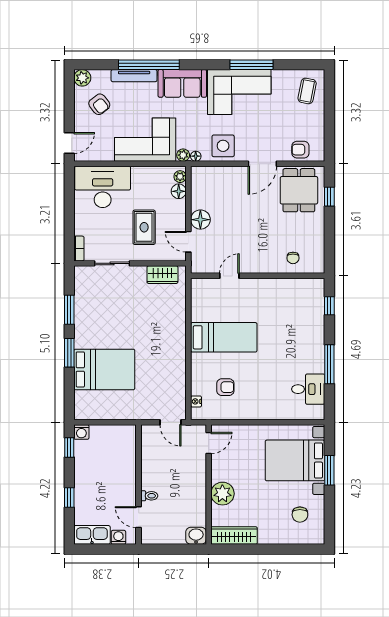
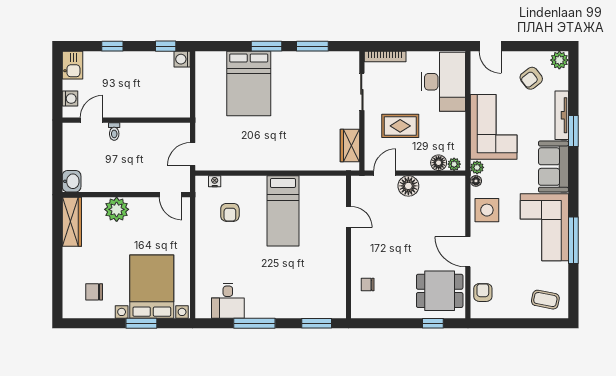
window: (149, 65) -> (573, 131), width x0.47
bookcase: (79, 248) -> (385, 57), width x1.56
window: (329, 306) -> (317, 323), width x1.50
kitchen sink: (92, 535) -> (72, 65), width x0.73

